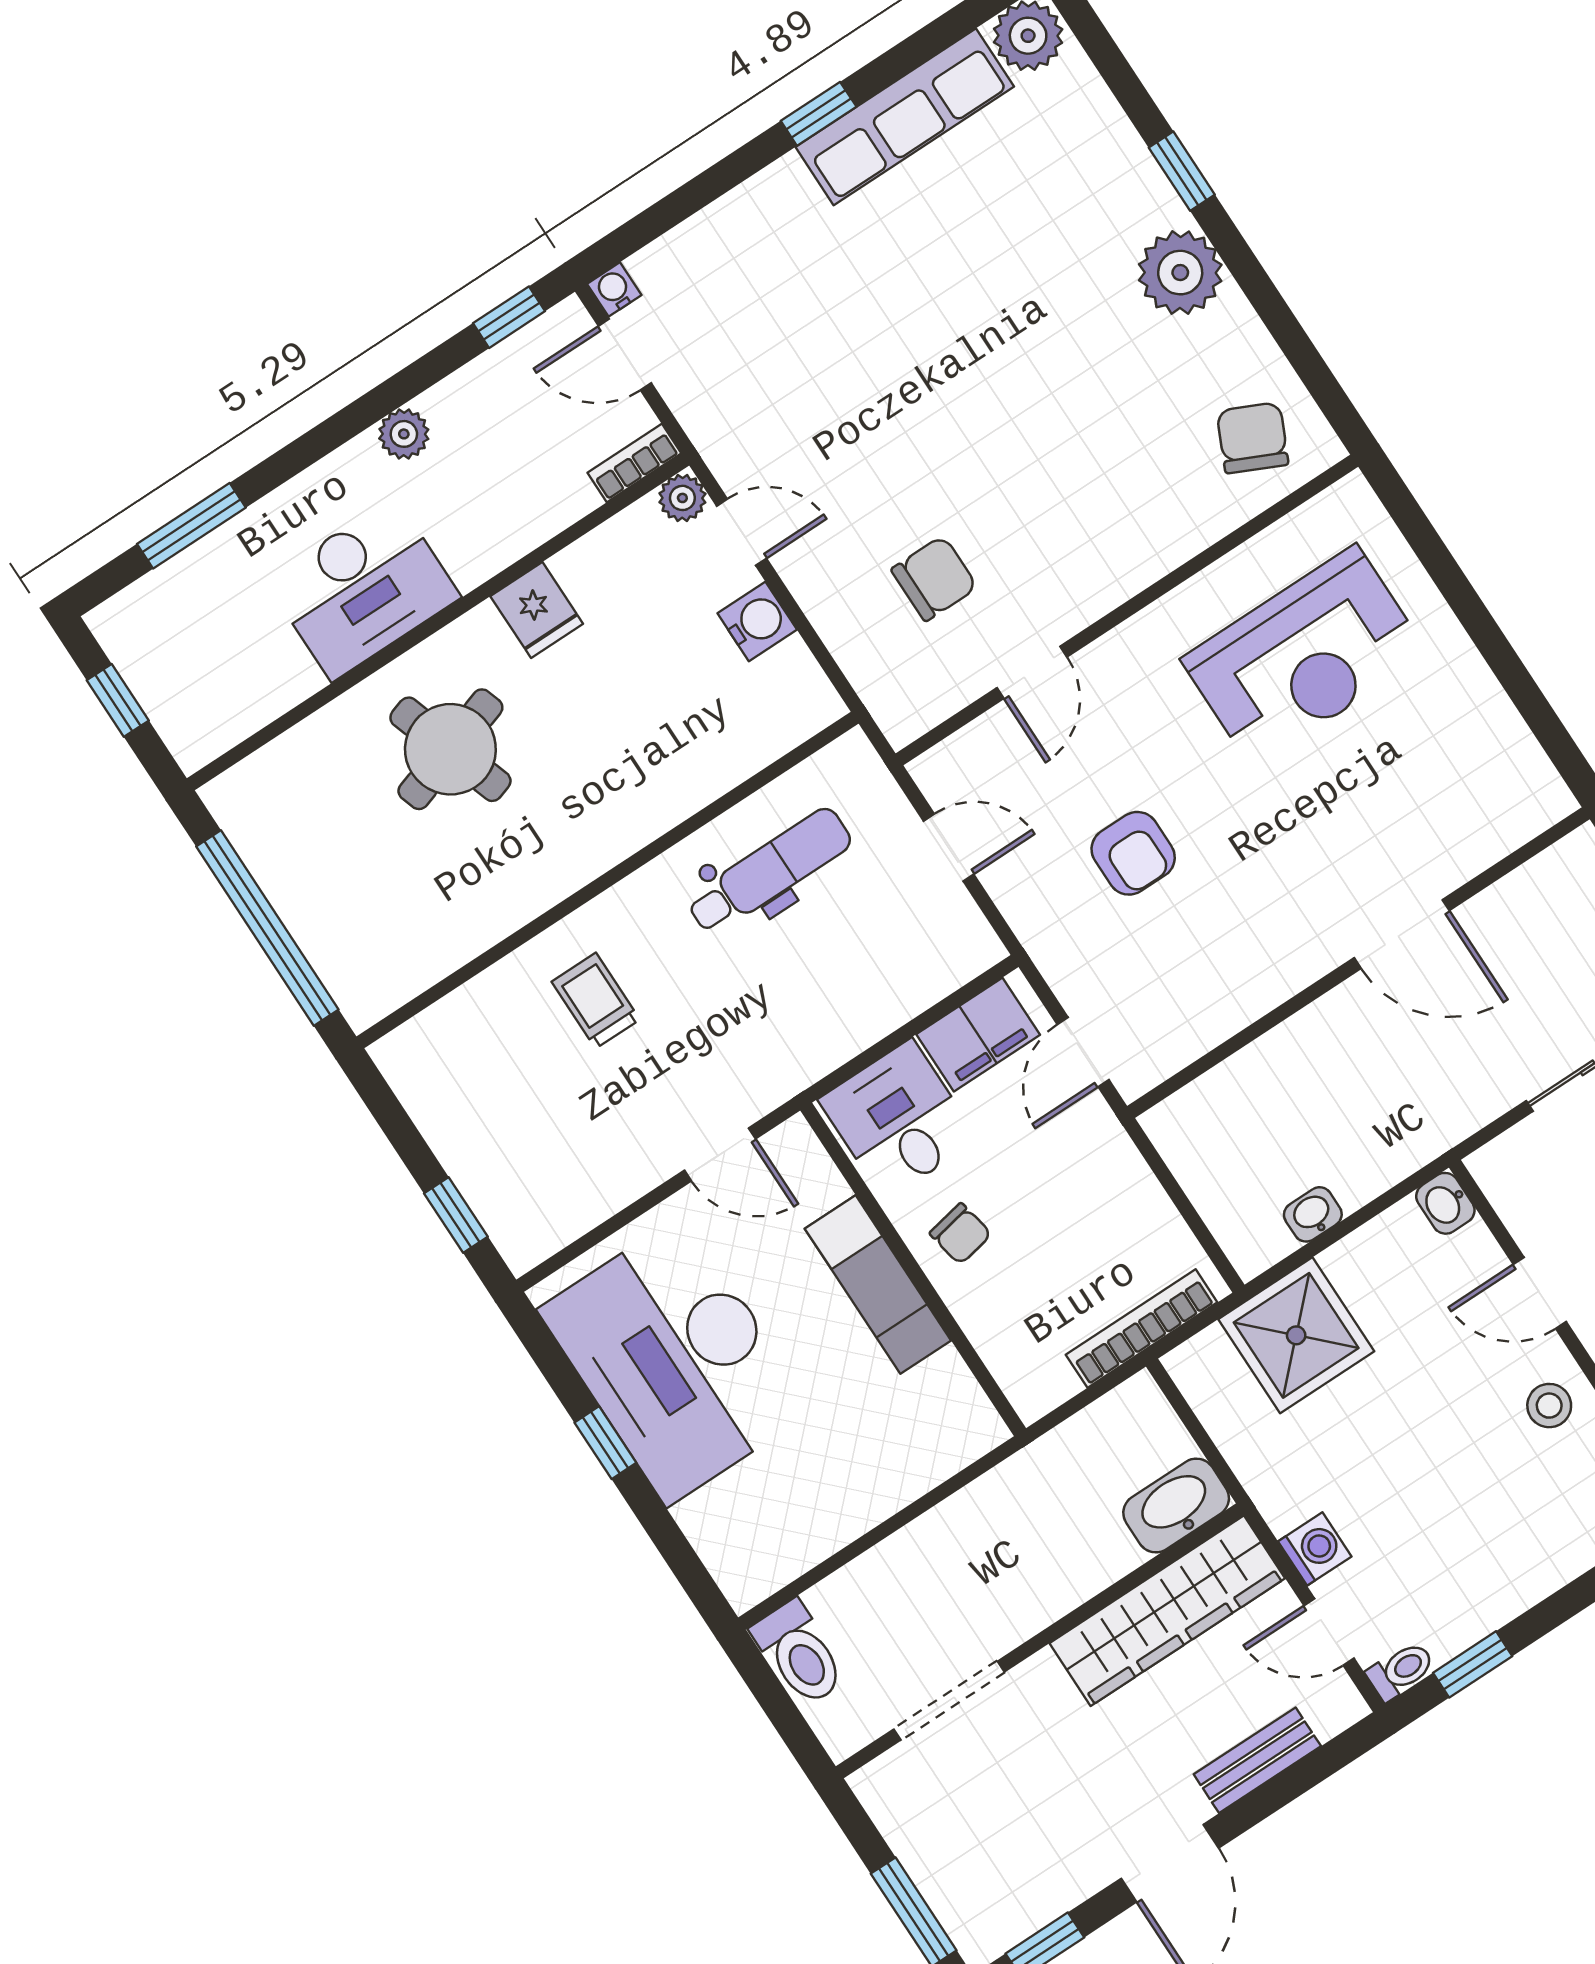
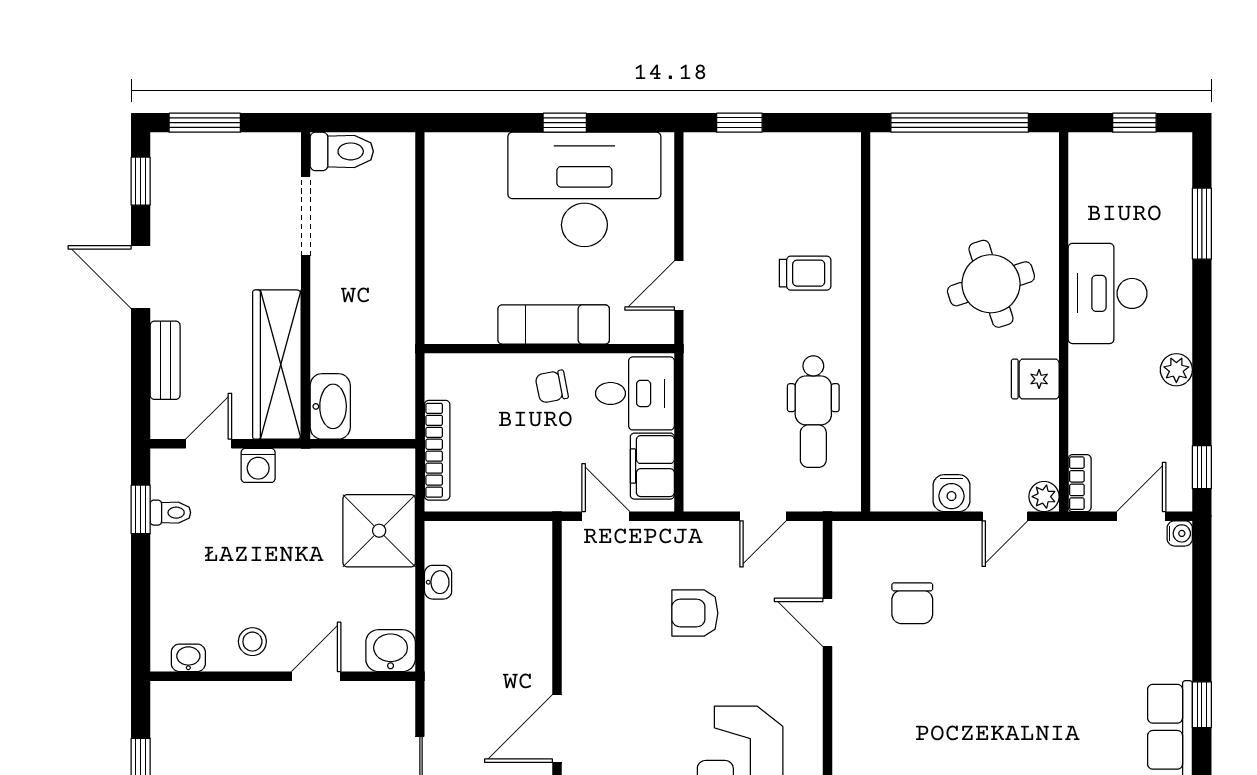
washbasin: (1445, 1203) -> (391, 651), width x1.38, depth x1.45
toilet: (799, 1653) -> (342, 151), moved, turned 180
toilet: (1401, 1671) -> (170, 513), moved, turned -90

